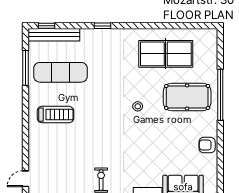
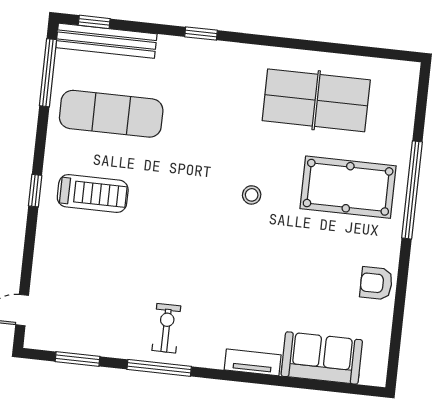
window: (25, 68) -> (48, 73), moved
window: (25, 116) -> (35, 191), added

